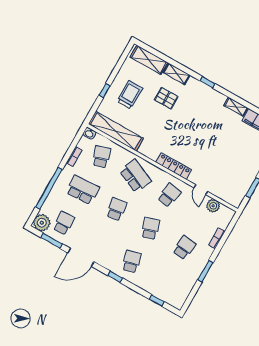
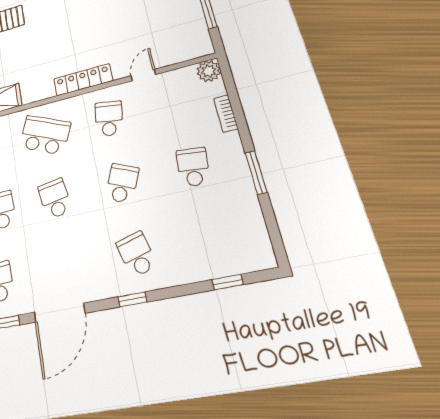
door: (201, 190) -> (143, 75), swing flipped
plant: (213, 206) -> (209, 71), moved
school desk: (150, 228) -> (122, 183), turned 42

